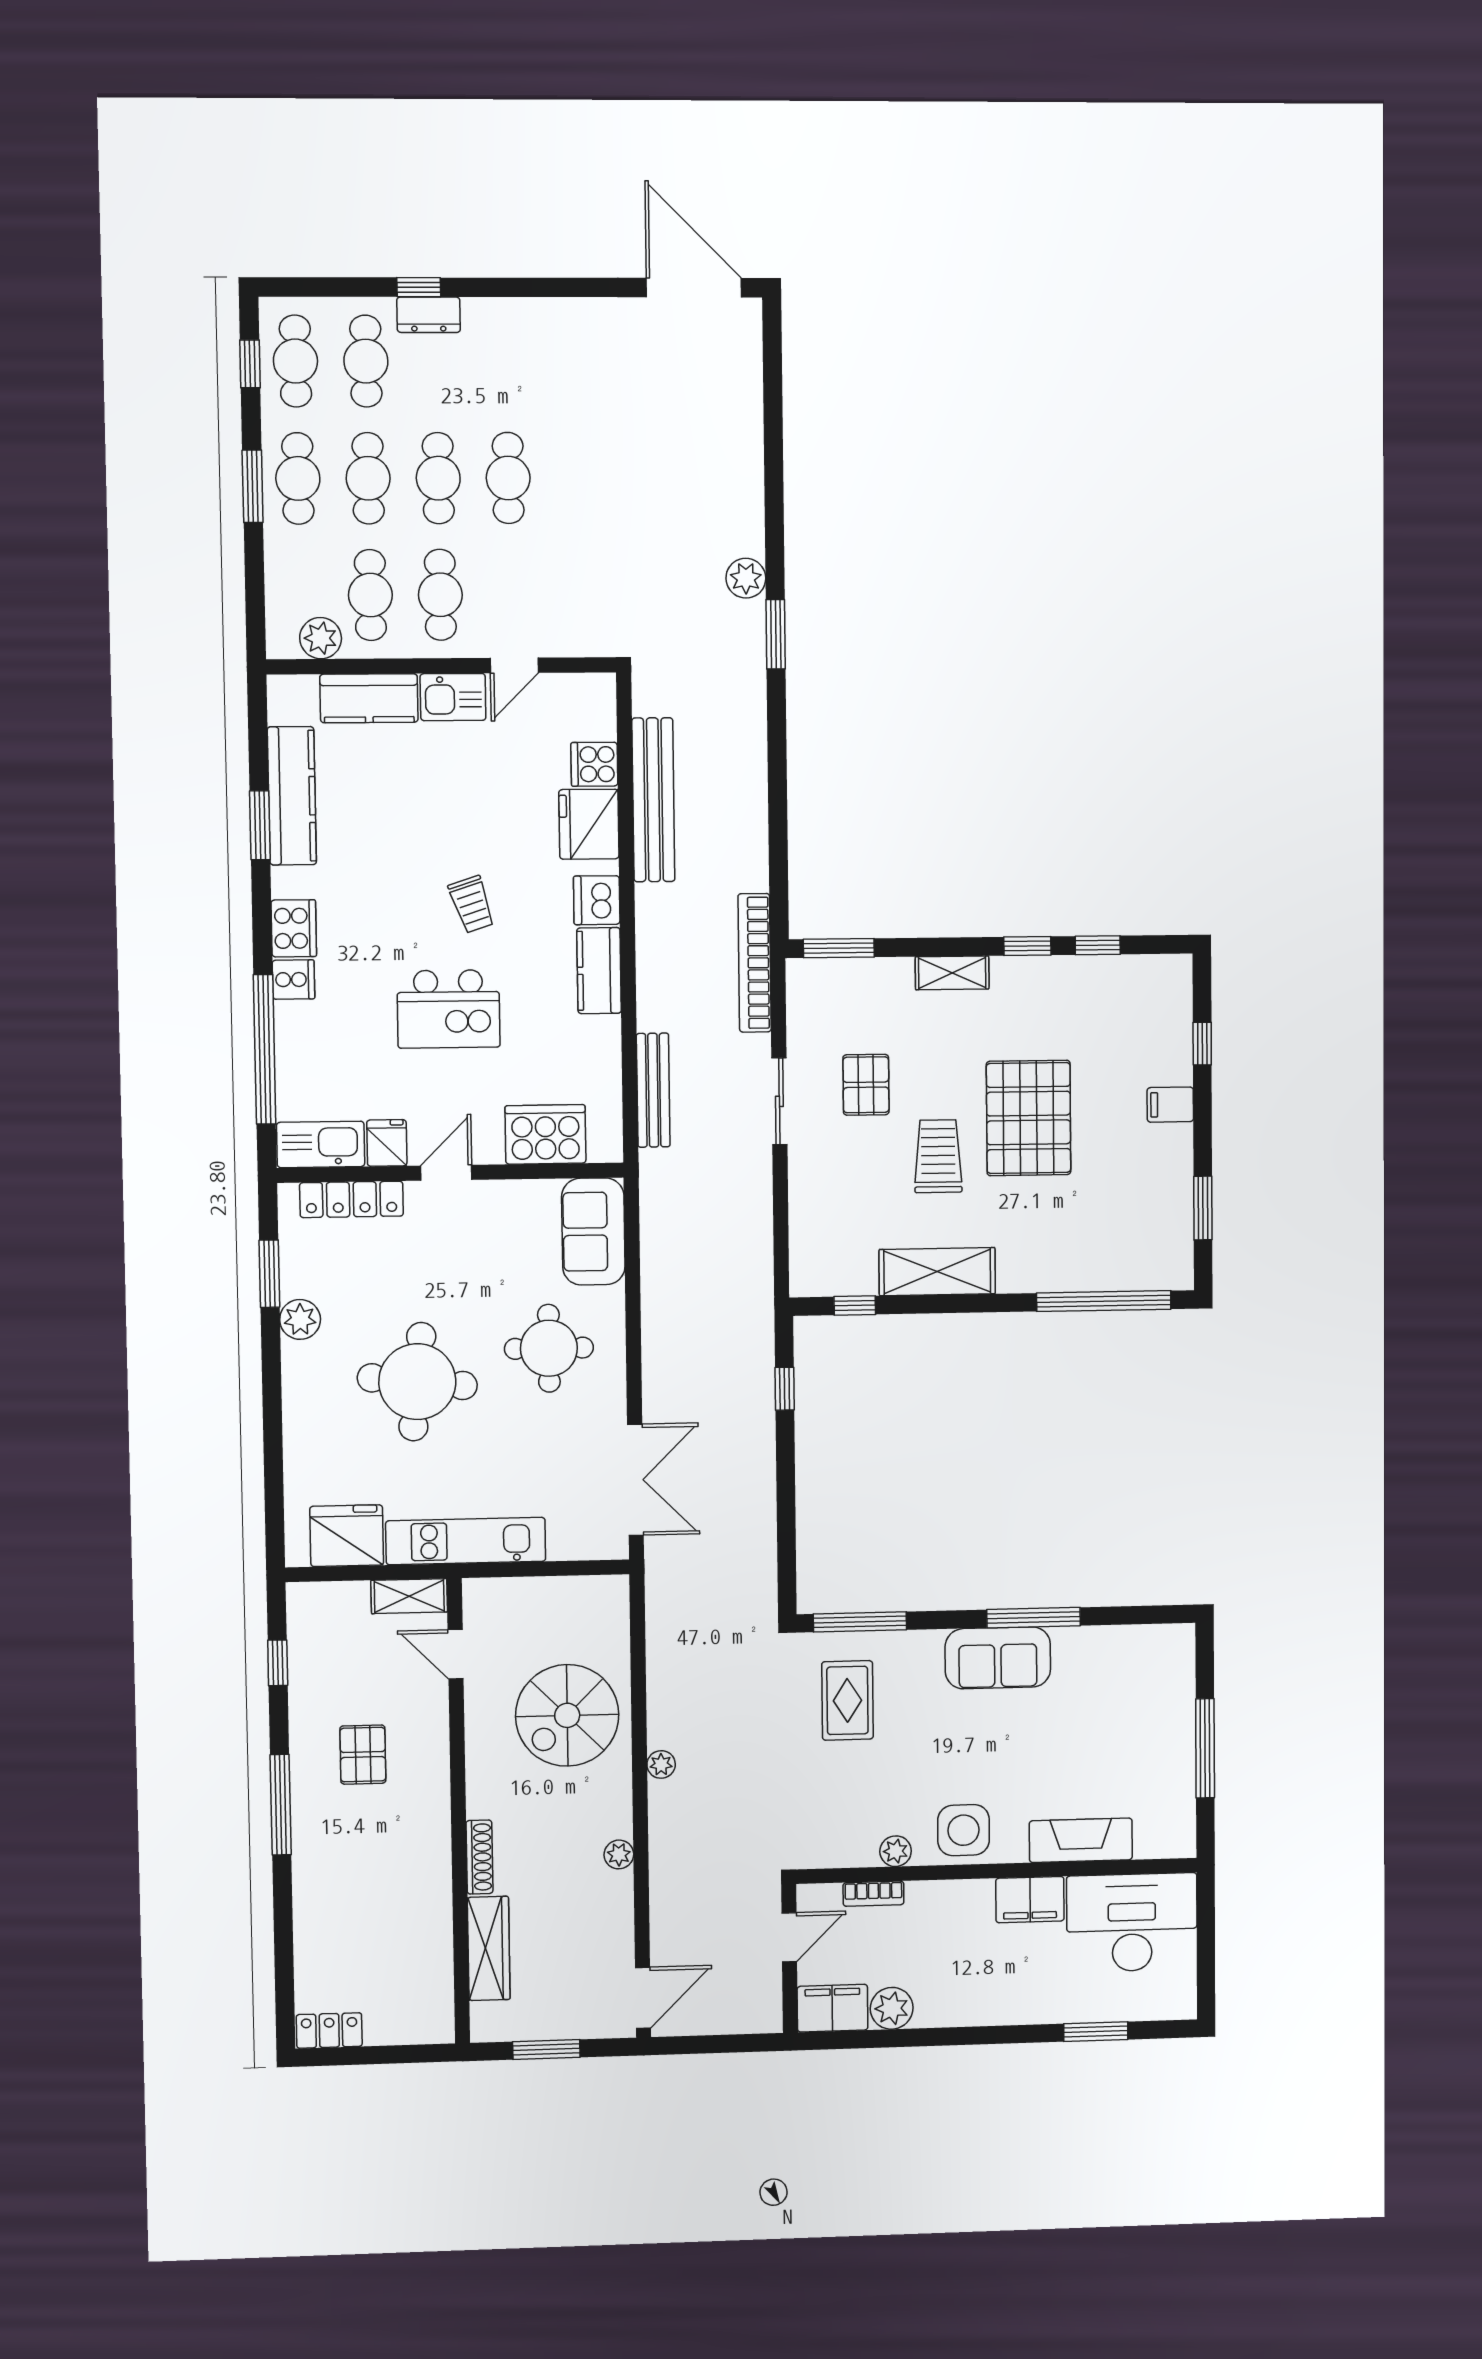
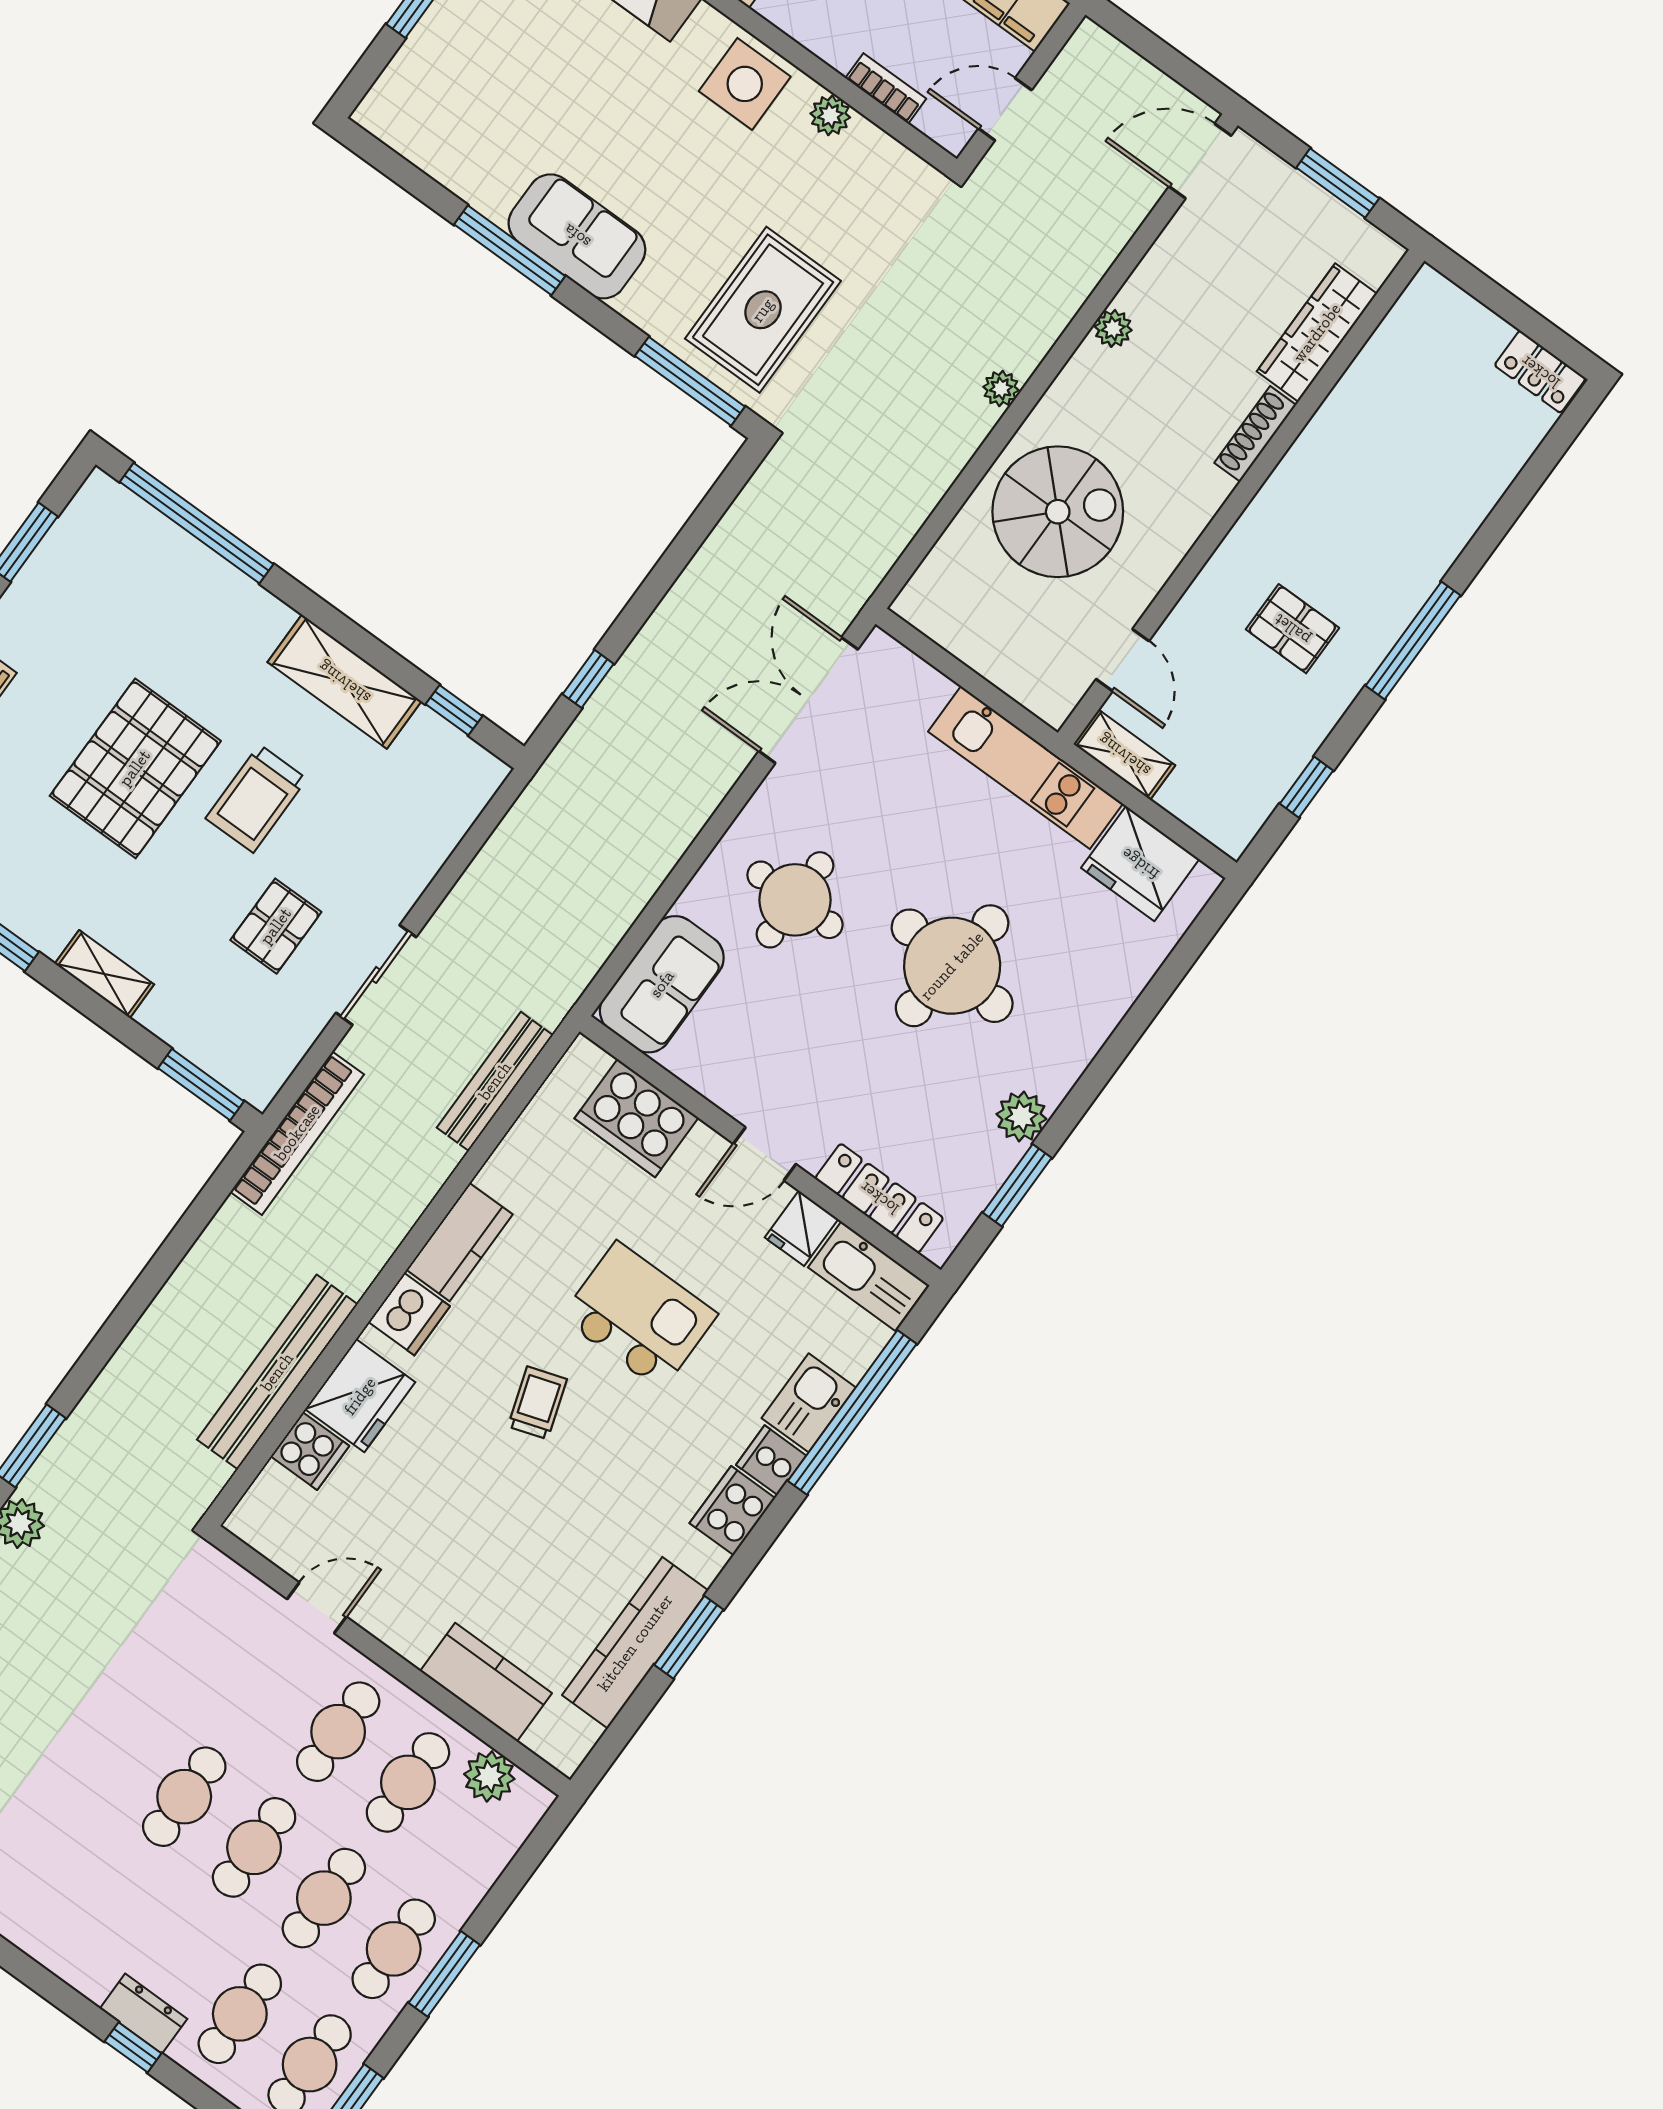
kitchen sink: (453, 697) -> (809, 1403), moved, turned -90
rug: (847, 1700) -> (763, 310), width x1.36, depth x1.43
pallet: (363, 1755) -> (1292, 629), turned 90

